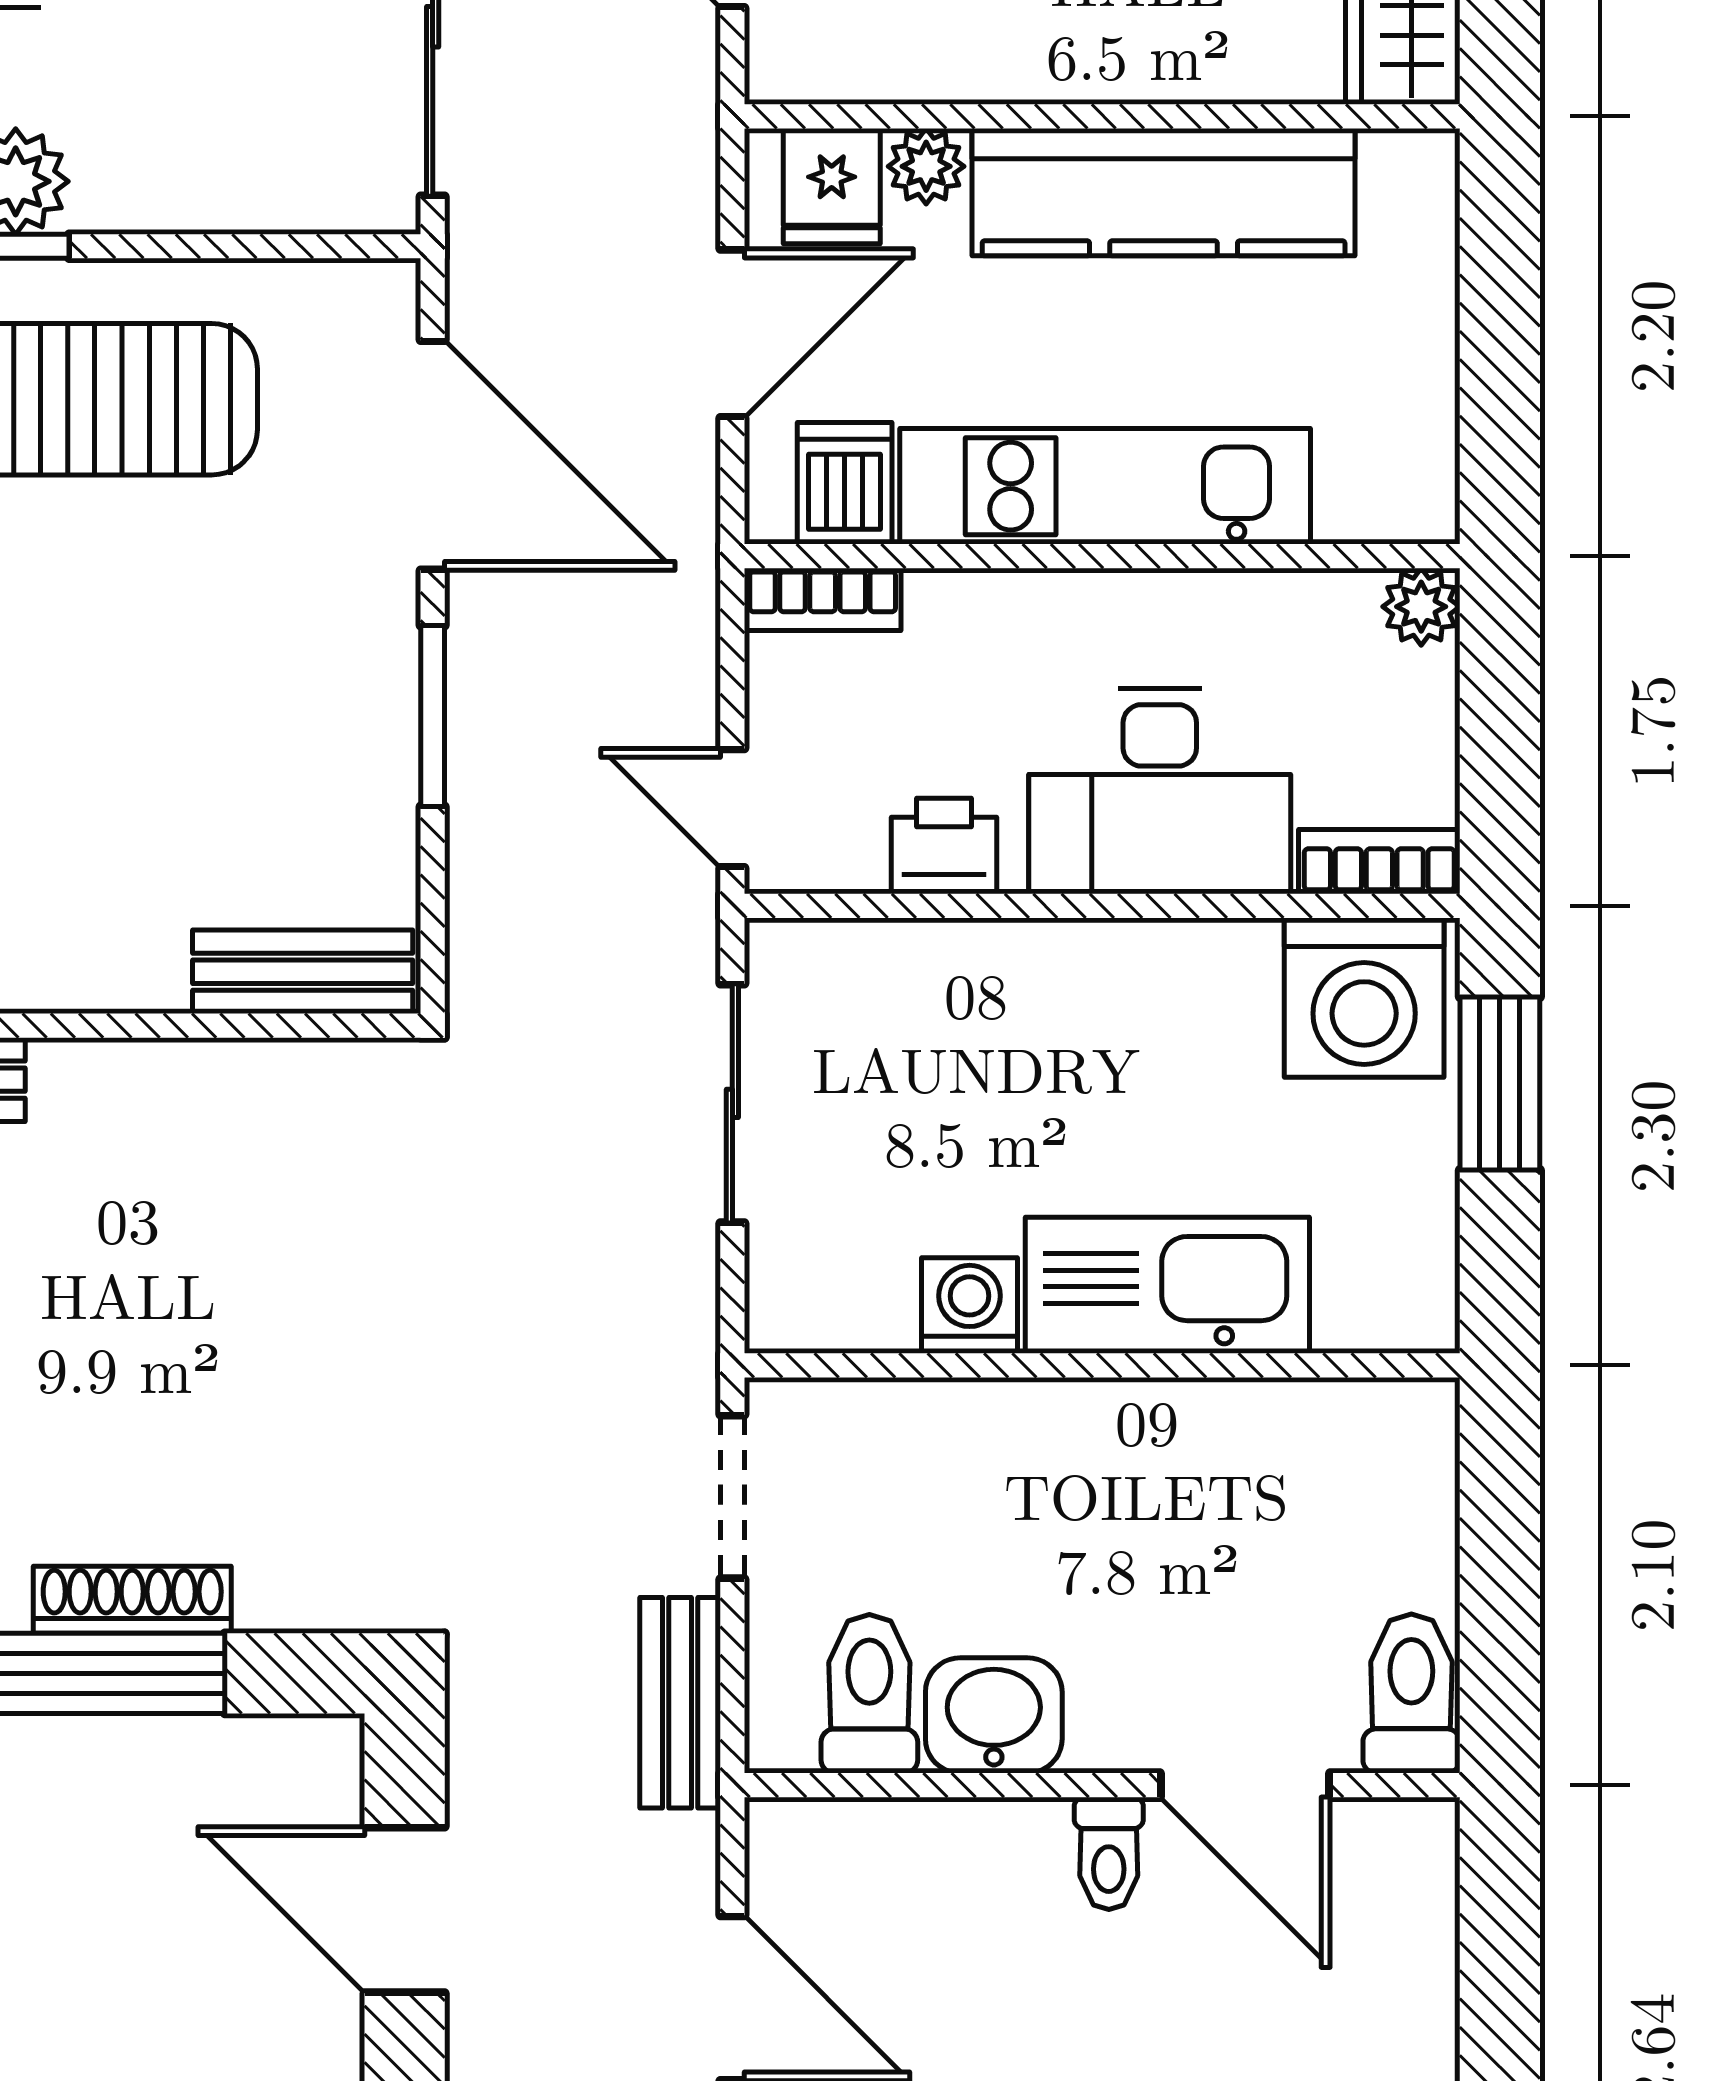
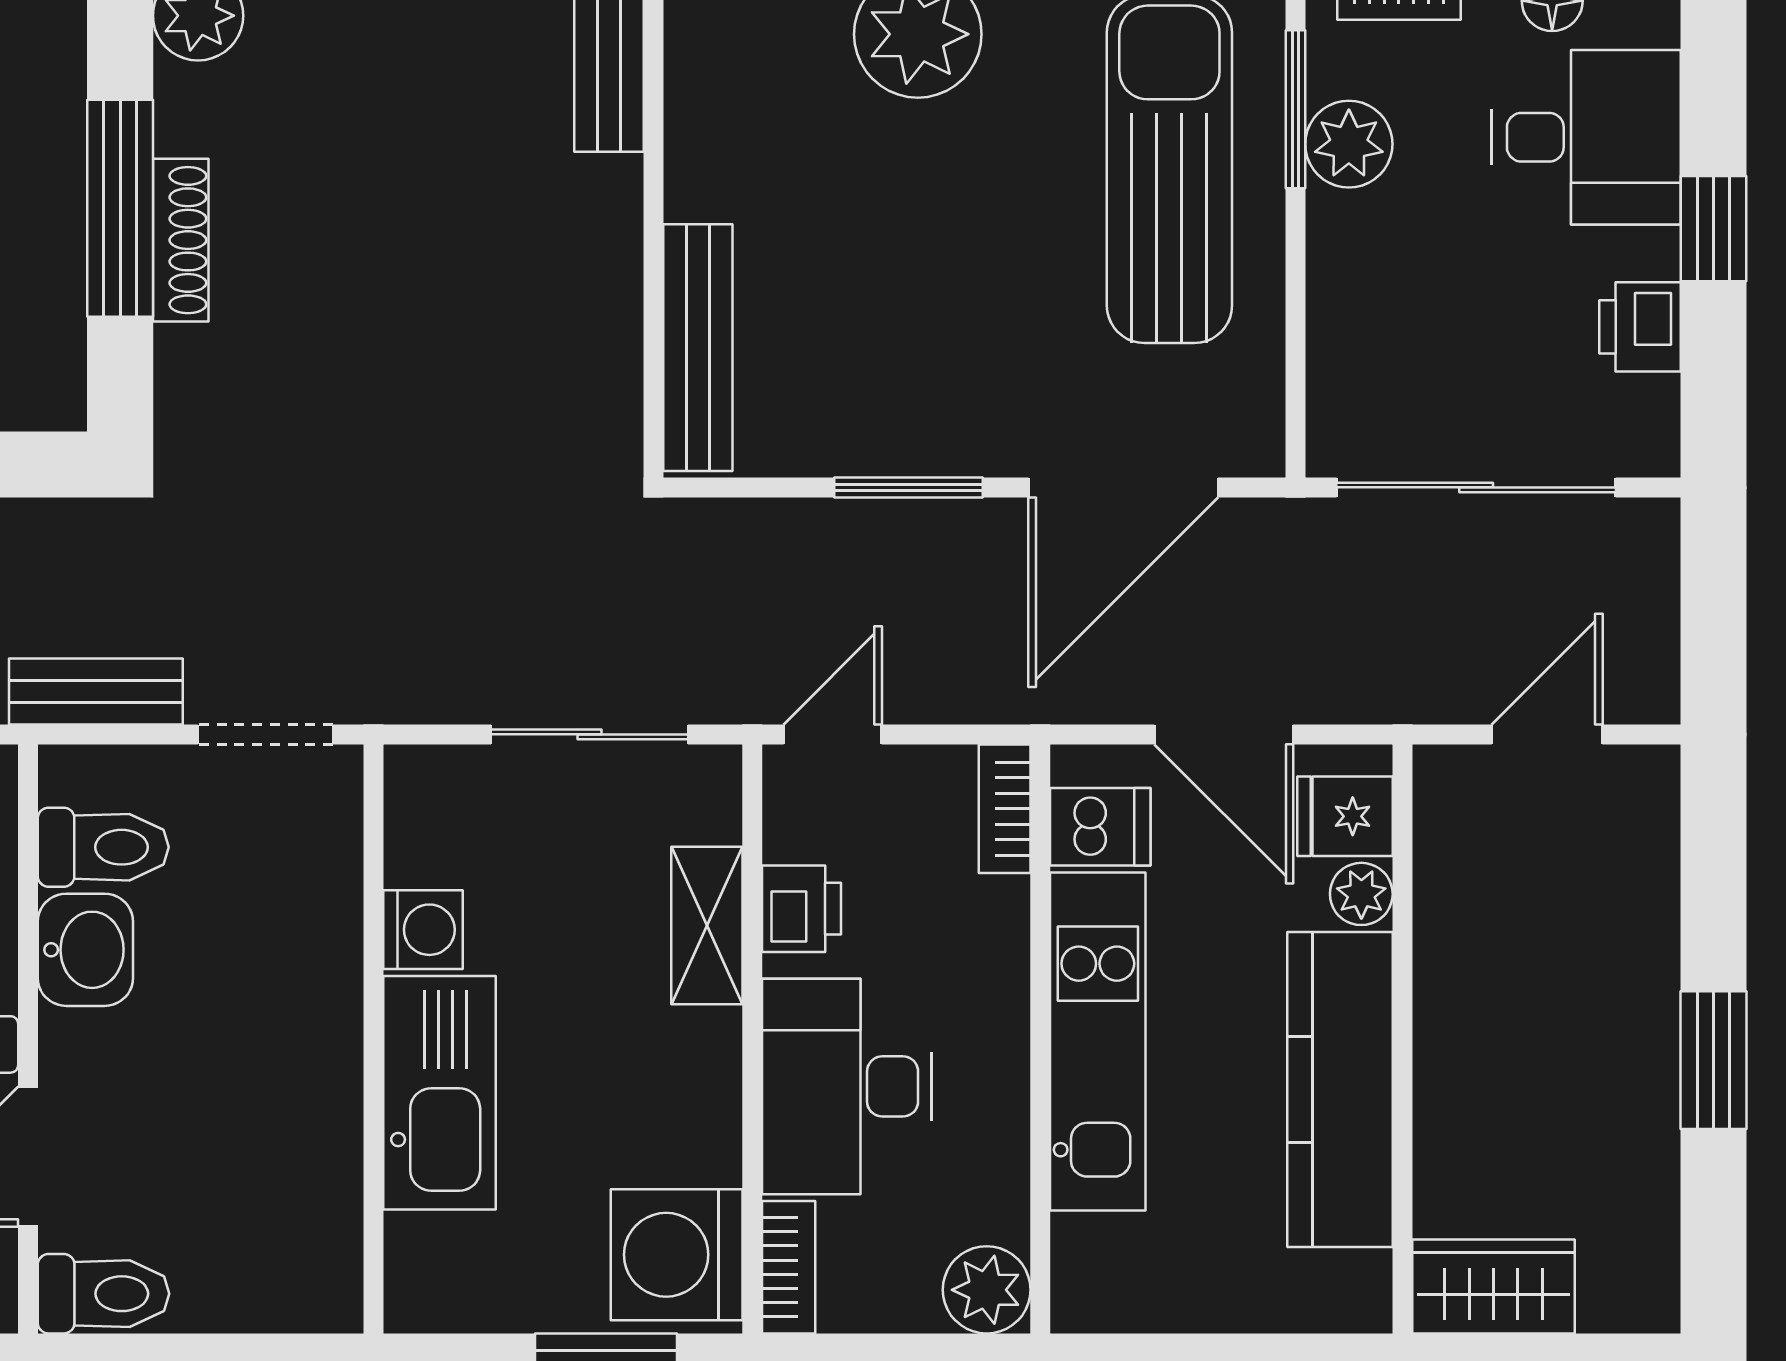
plant: (1421, 607) -> (987, 1290), width x1.38, depth x1.38
shelving: (964, 961) -> (707, 926), added
bench: (303, 972) -> (698, 348), width x1.36

